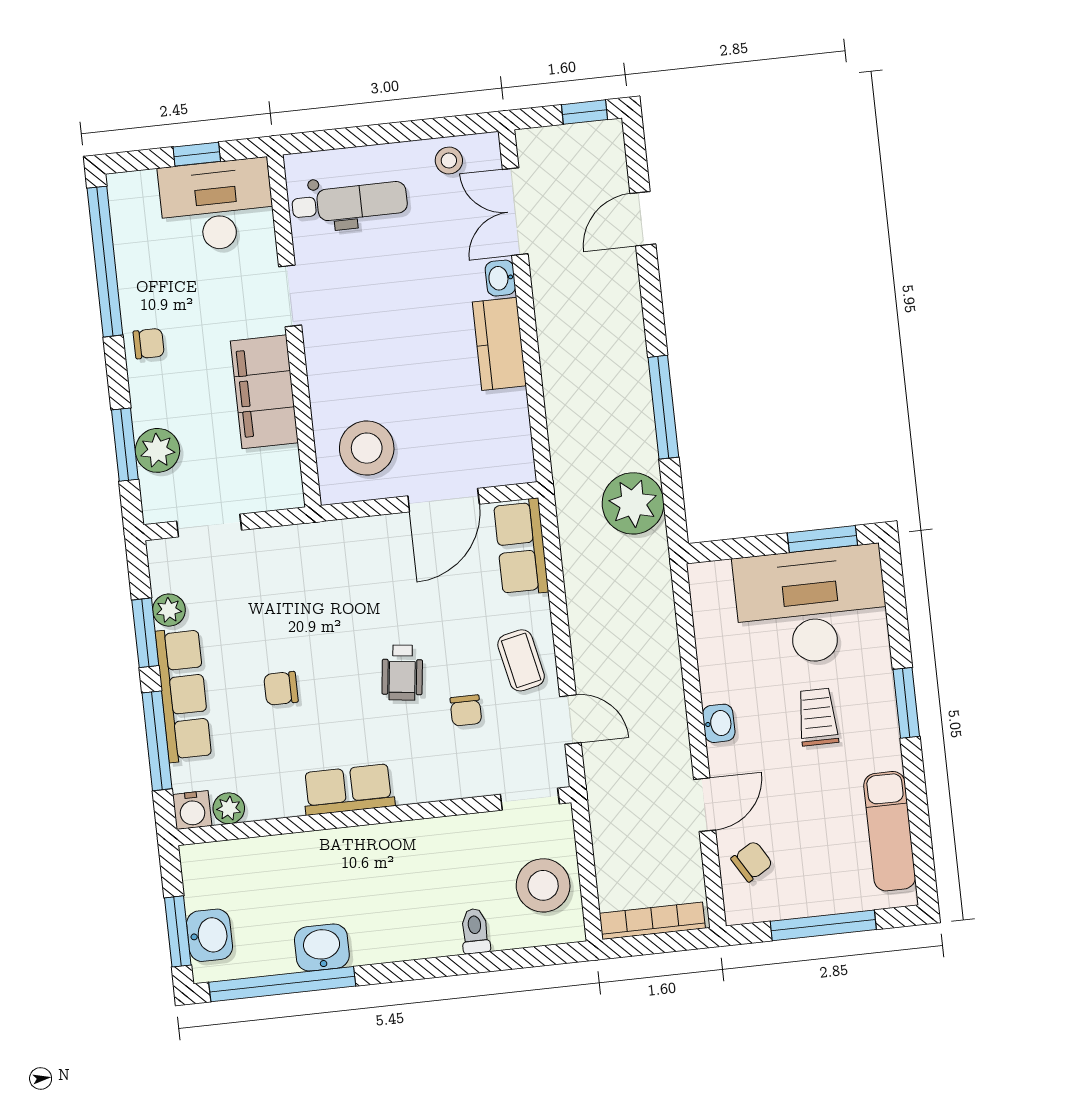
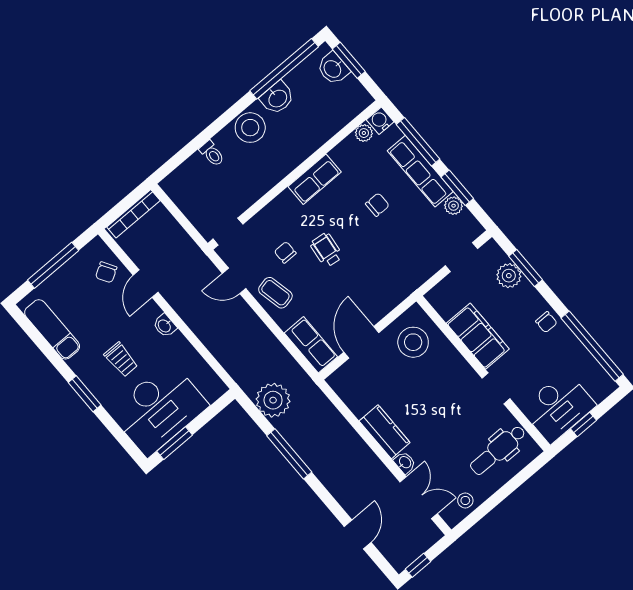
chair: (149, 344) -> (546, 322), turned -90
stool: (543, 885) -> (250, 128), moved

